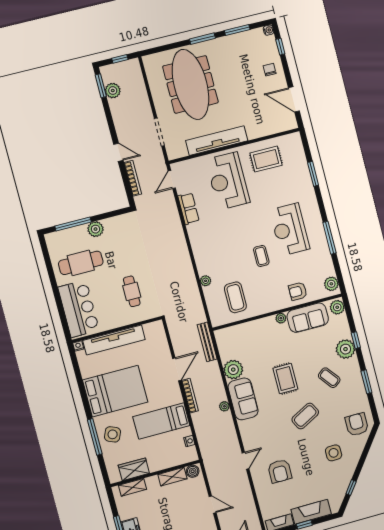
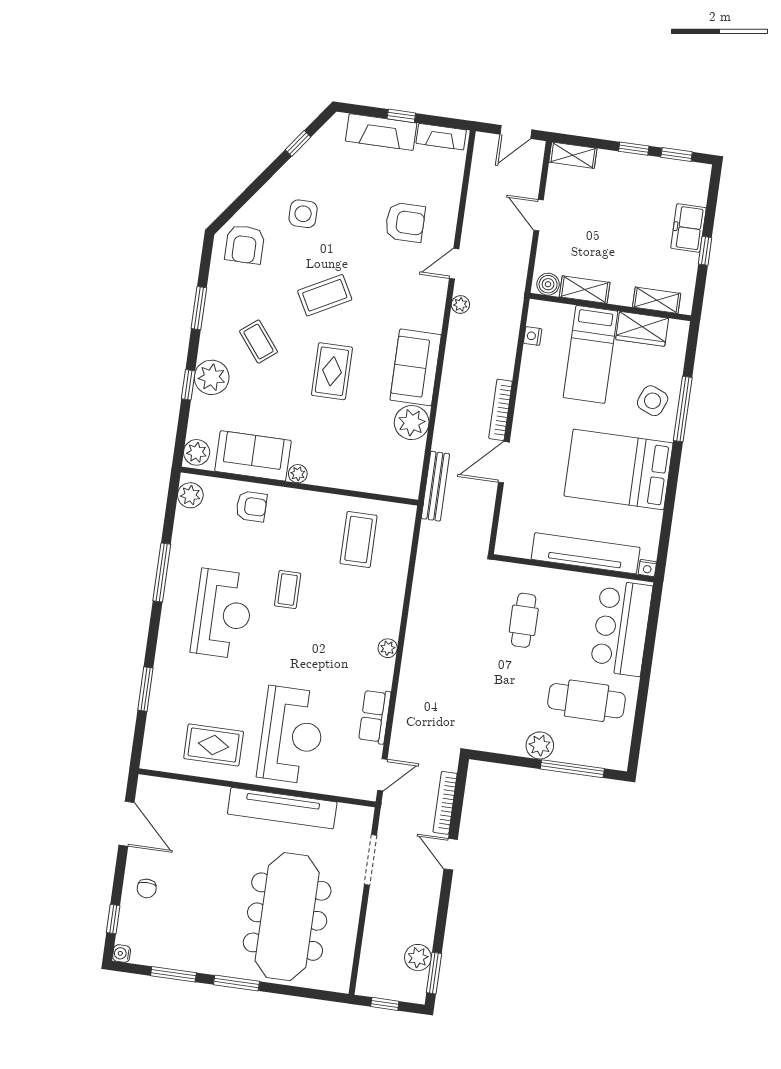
plant: (206, 281) -> (388, 648), moved
plant: (224, 406) -> (460, 305), moved
bed: (161, 421) -> (590, 354), moved, turned 90
armchair: (280, 471) -> (405, 222), turned 90

